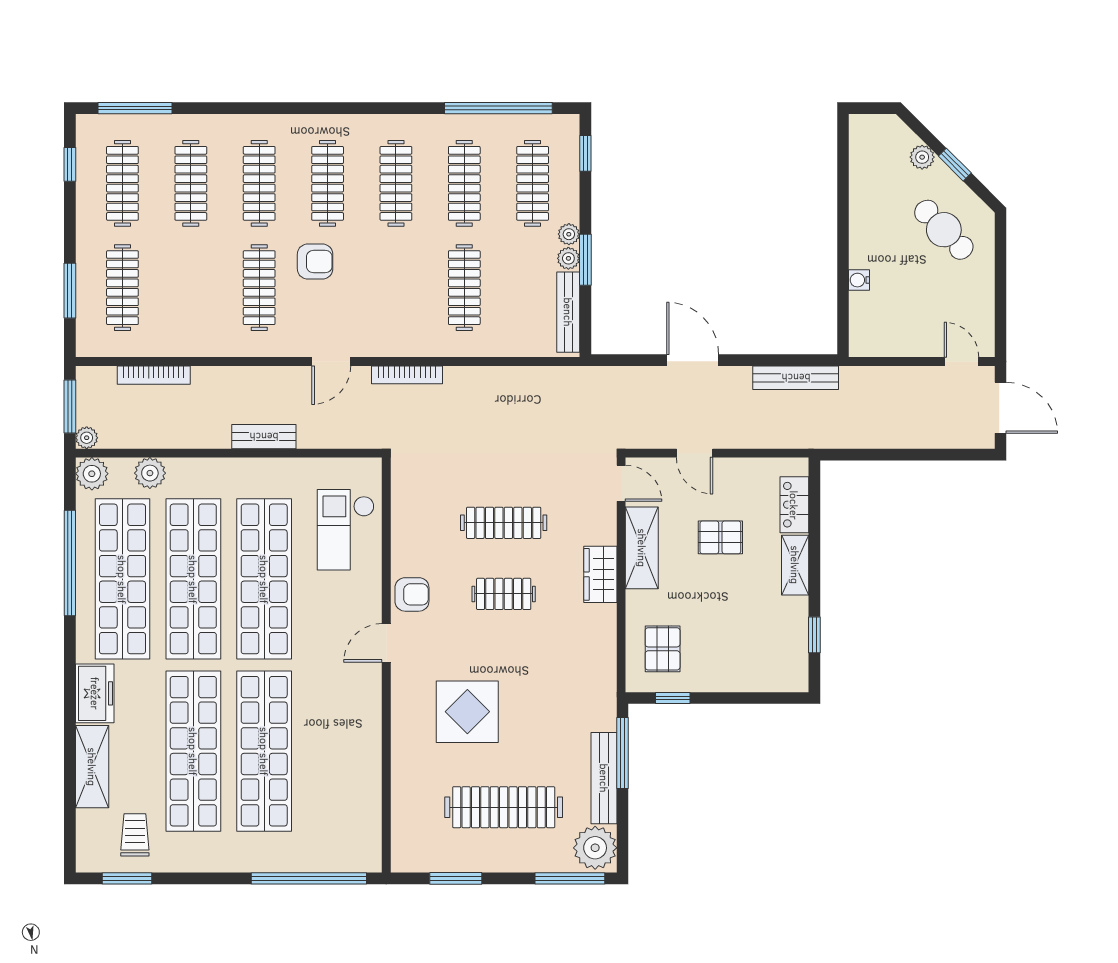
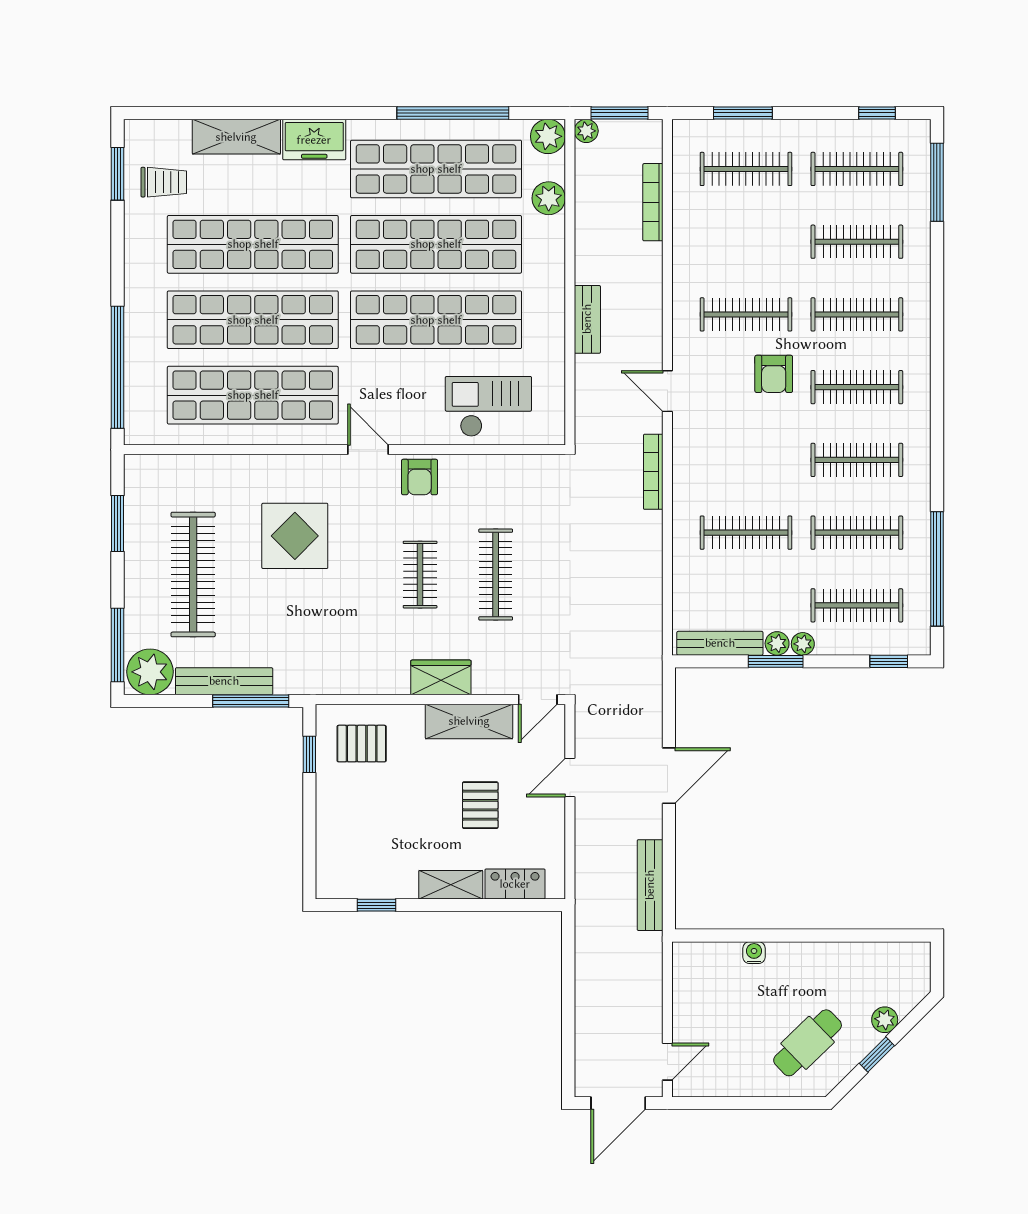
shop shelf: (335, 751) -> (253, 395), added

